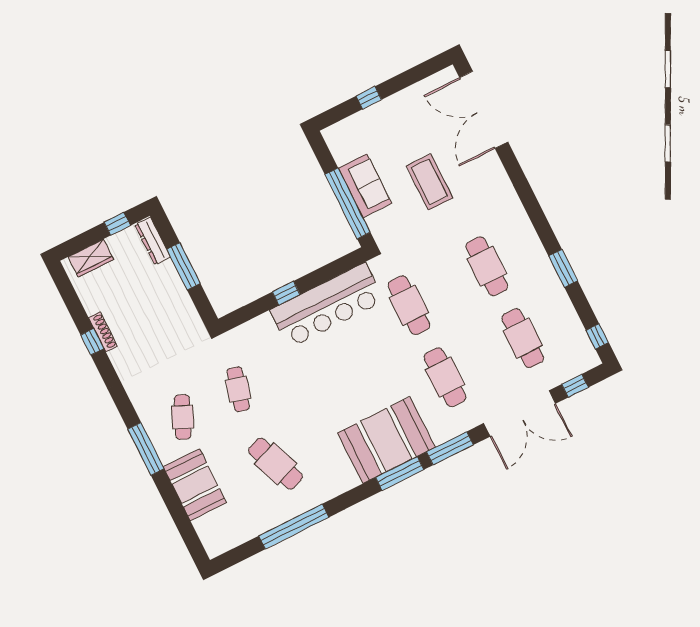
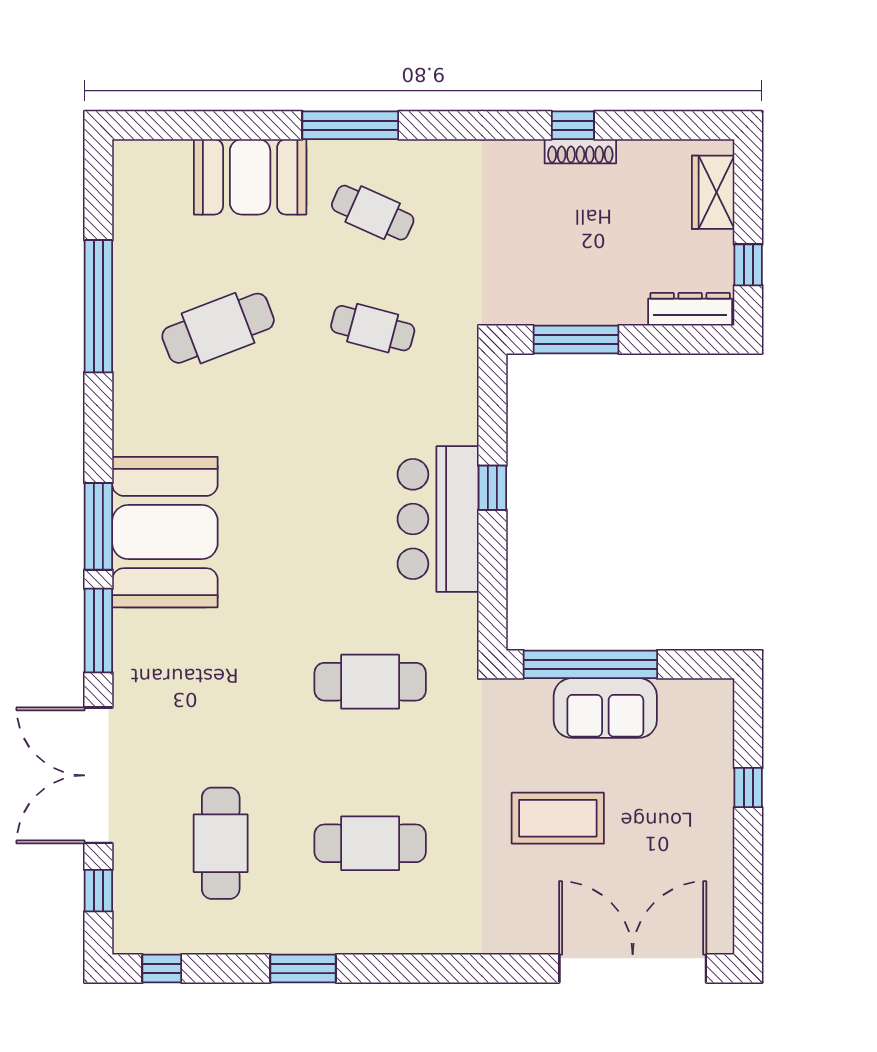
window: (184, 266) -> (576, 340), moved
bar counter: (327, 305) -> (438, 519), width x0.73
cafe table: (523, 338) -> (221, 843), turned 90
cafe table: (445, 377) -> (221, 682), removed

